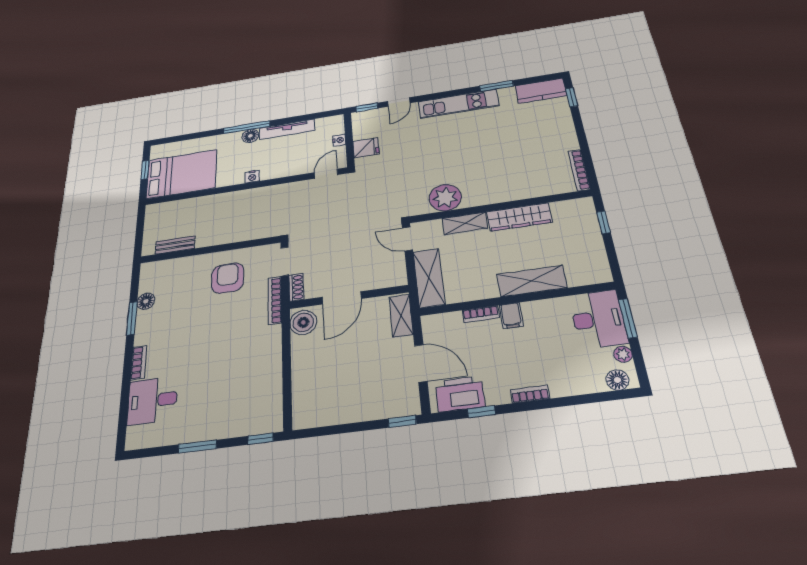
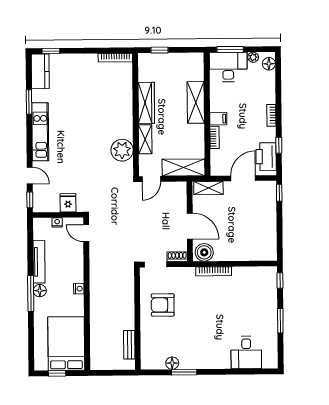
bookcase: (275, 300) -> (214, 271), moved
bookcase: (139, 363) -> (218, 364), removed

